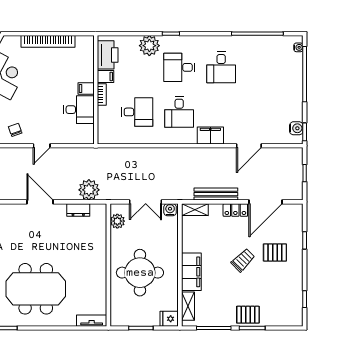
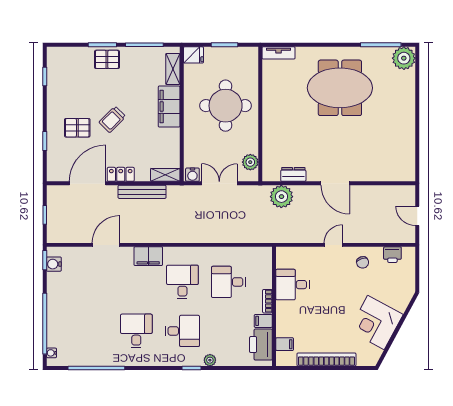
plant: (149, 46) -> (210, 360), width x0.53, depth x0.53
filing cabinet: (86, 89) -> (285, 344), moved

